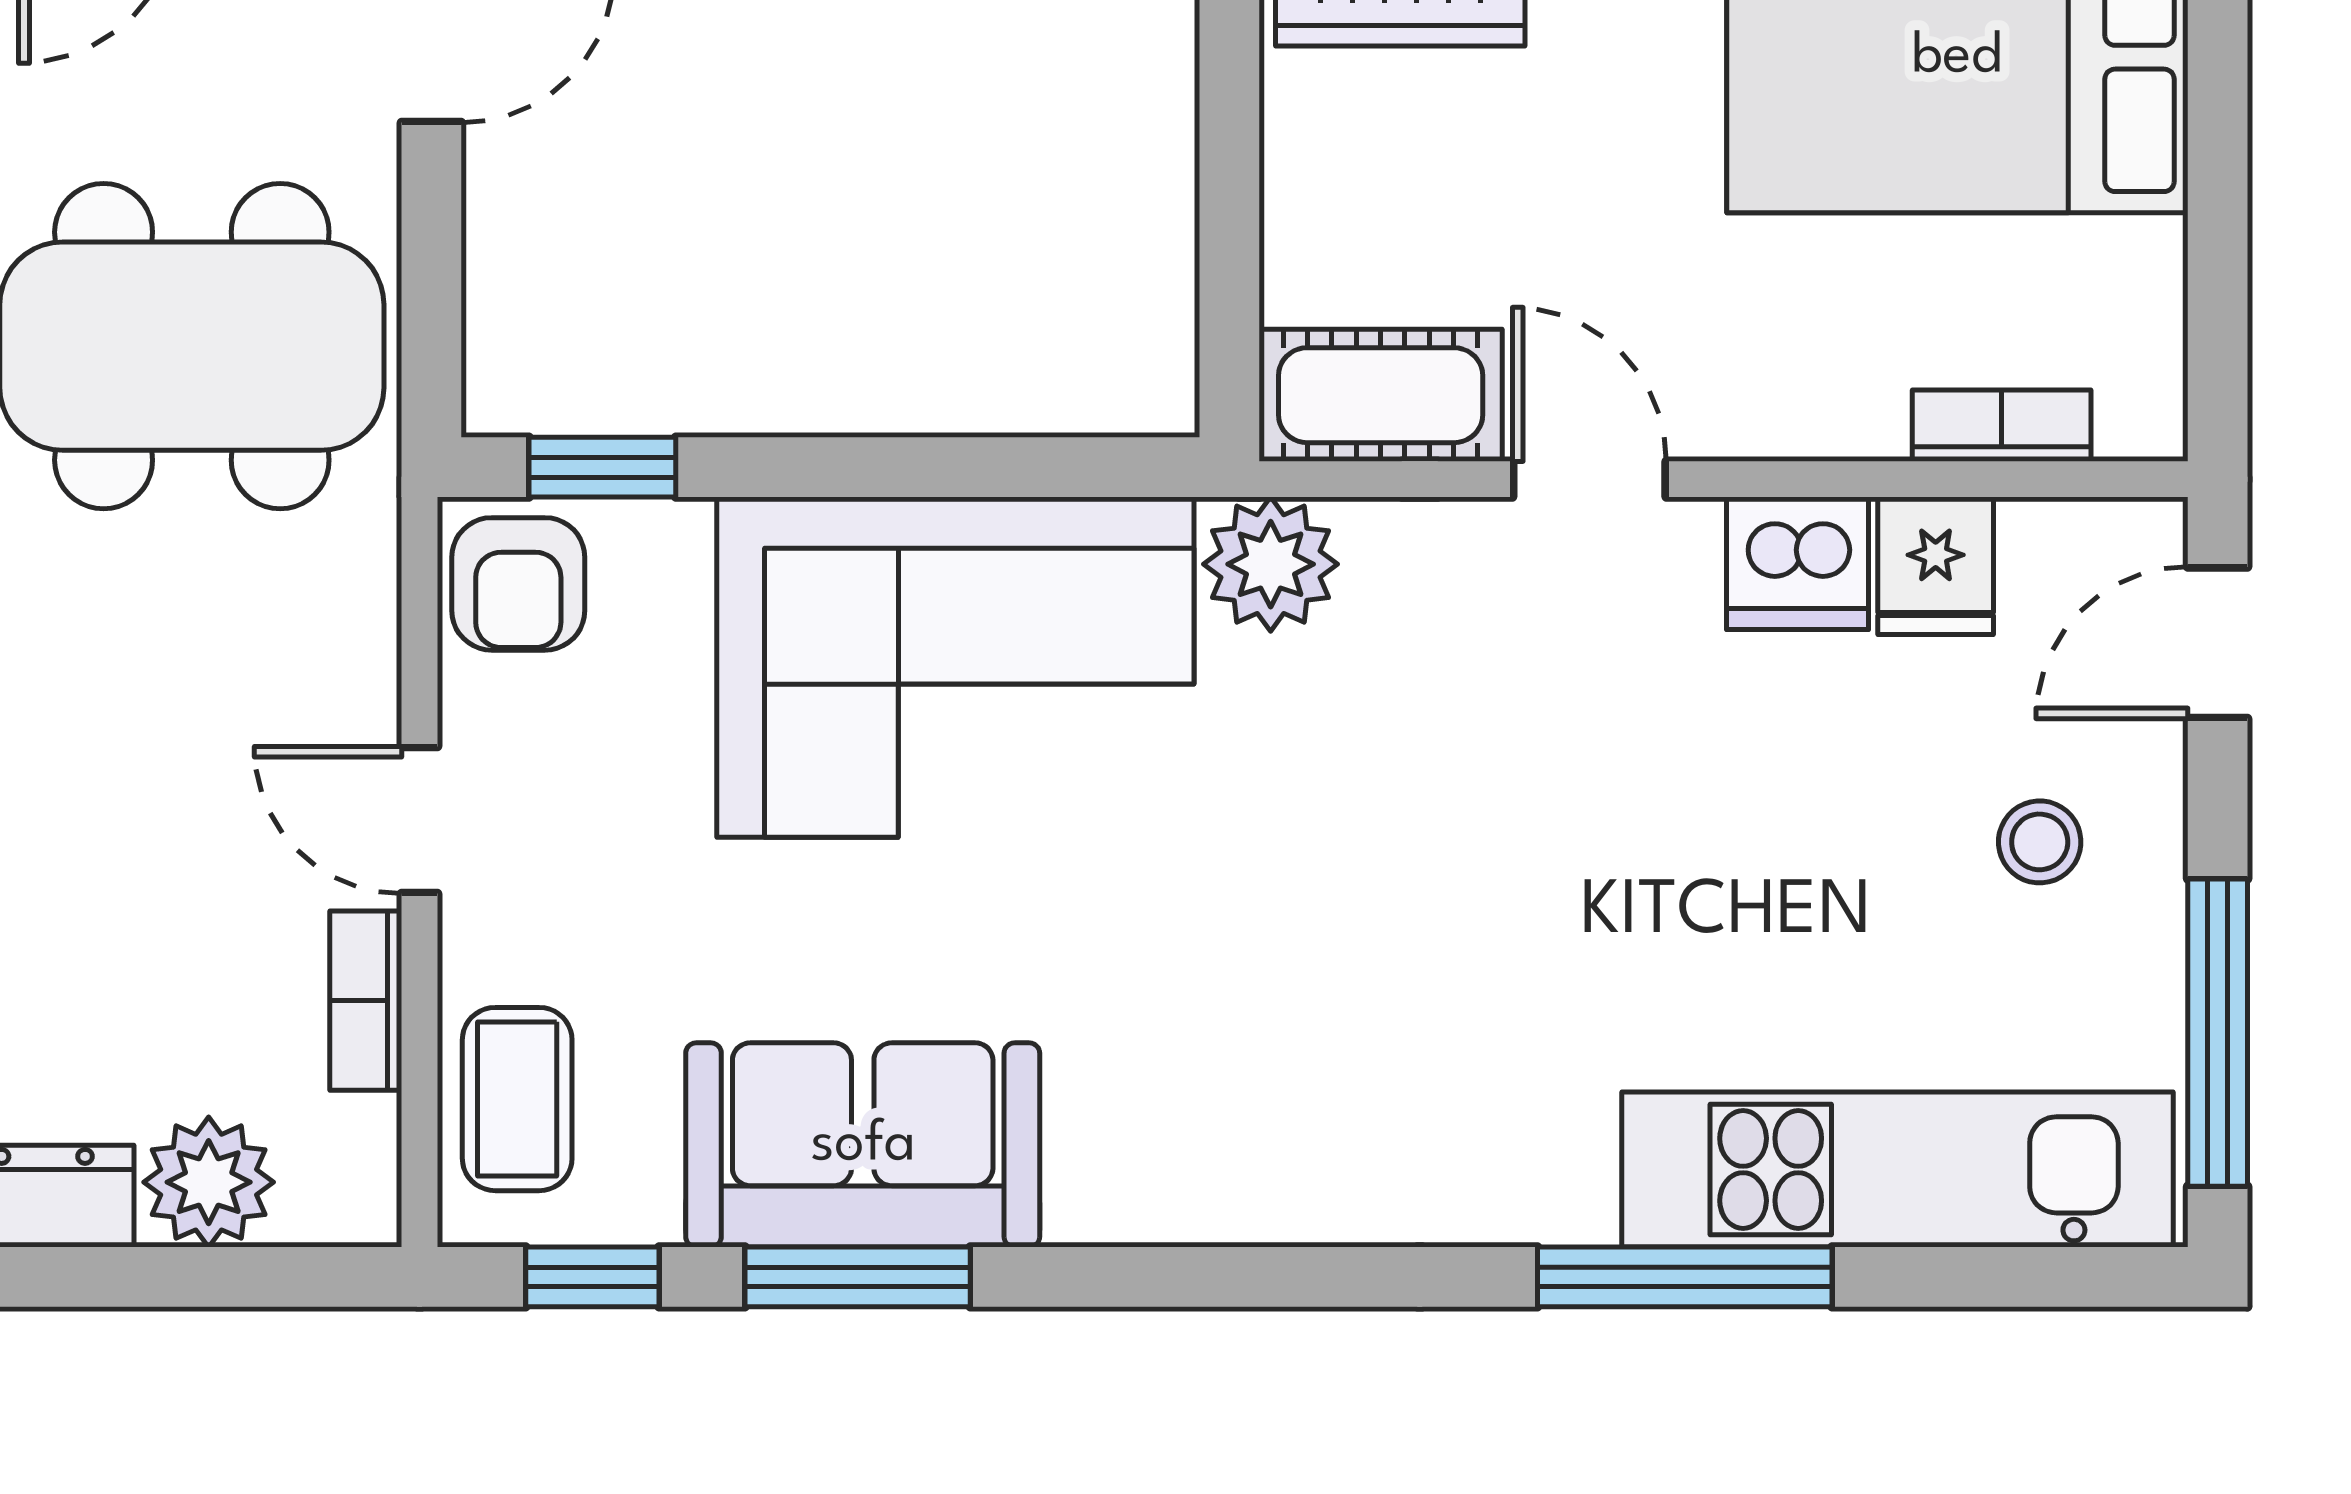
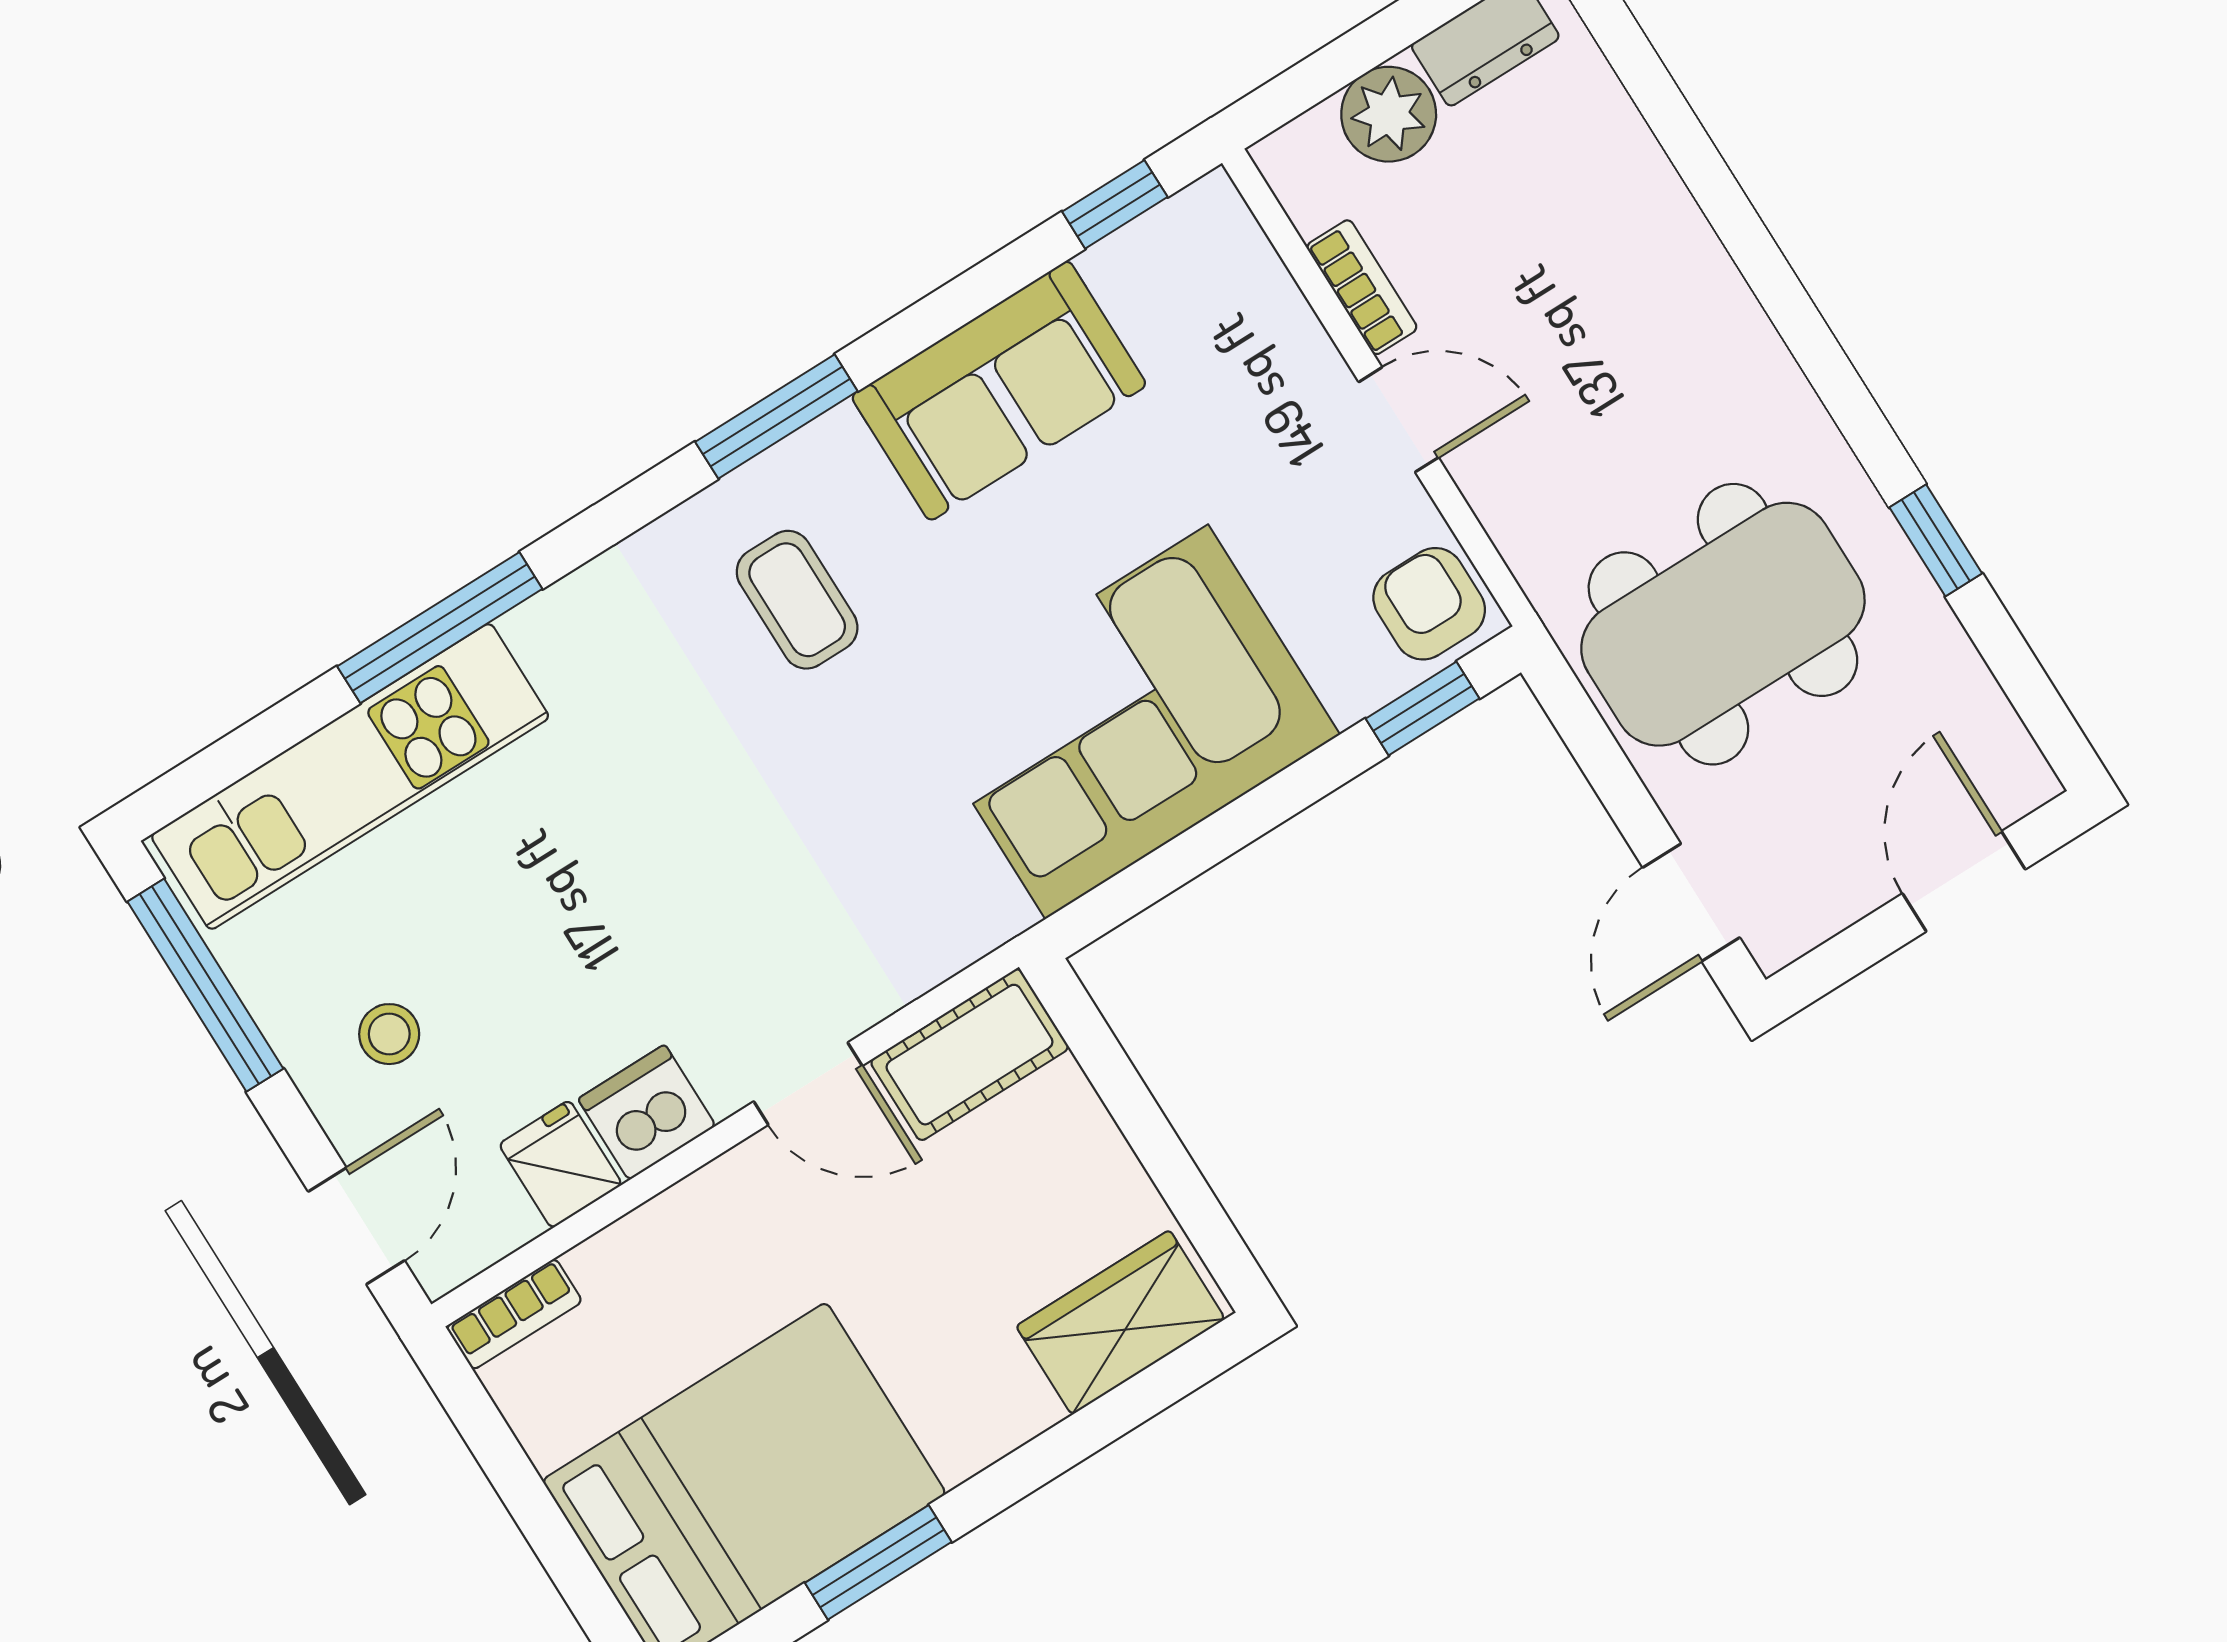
bookcase: (2002, 426) -> (514, 1314), moved
plant: (1271, 564) -> (972, 908), removed
coffee table: (517, 1099) -> (797, 600), moved
window: (858, 1277) -> (776, 417), moved

